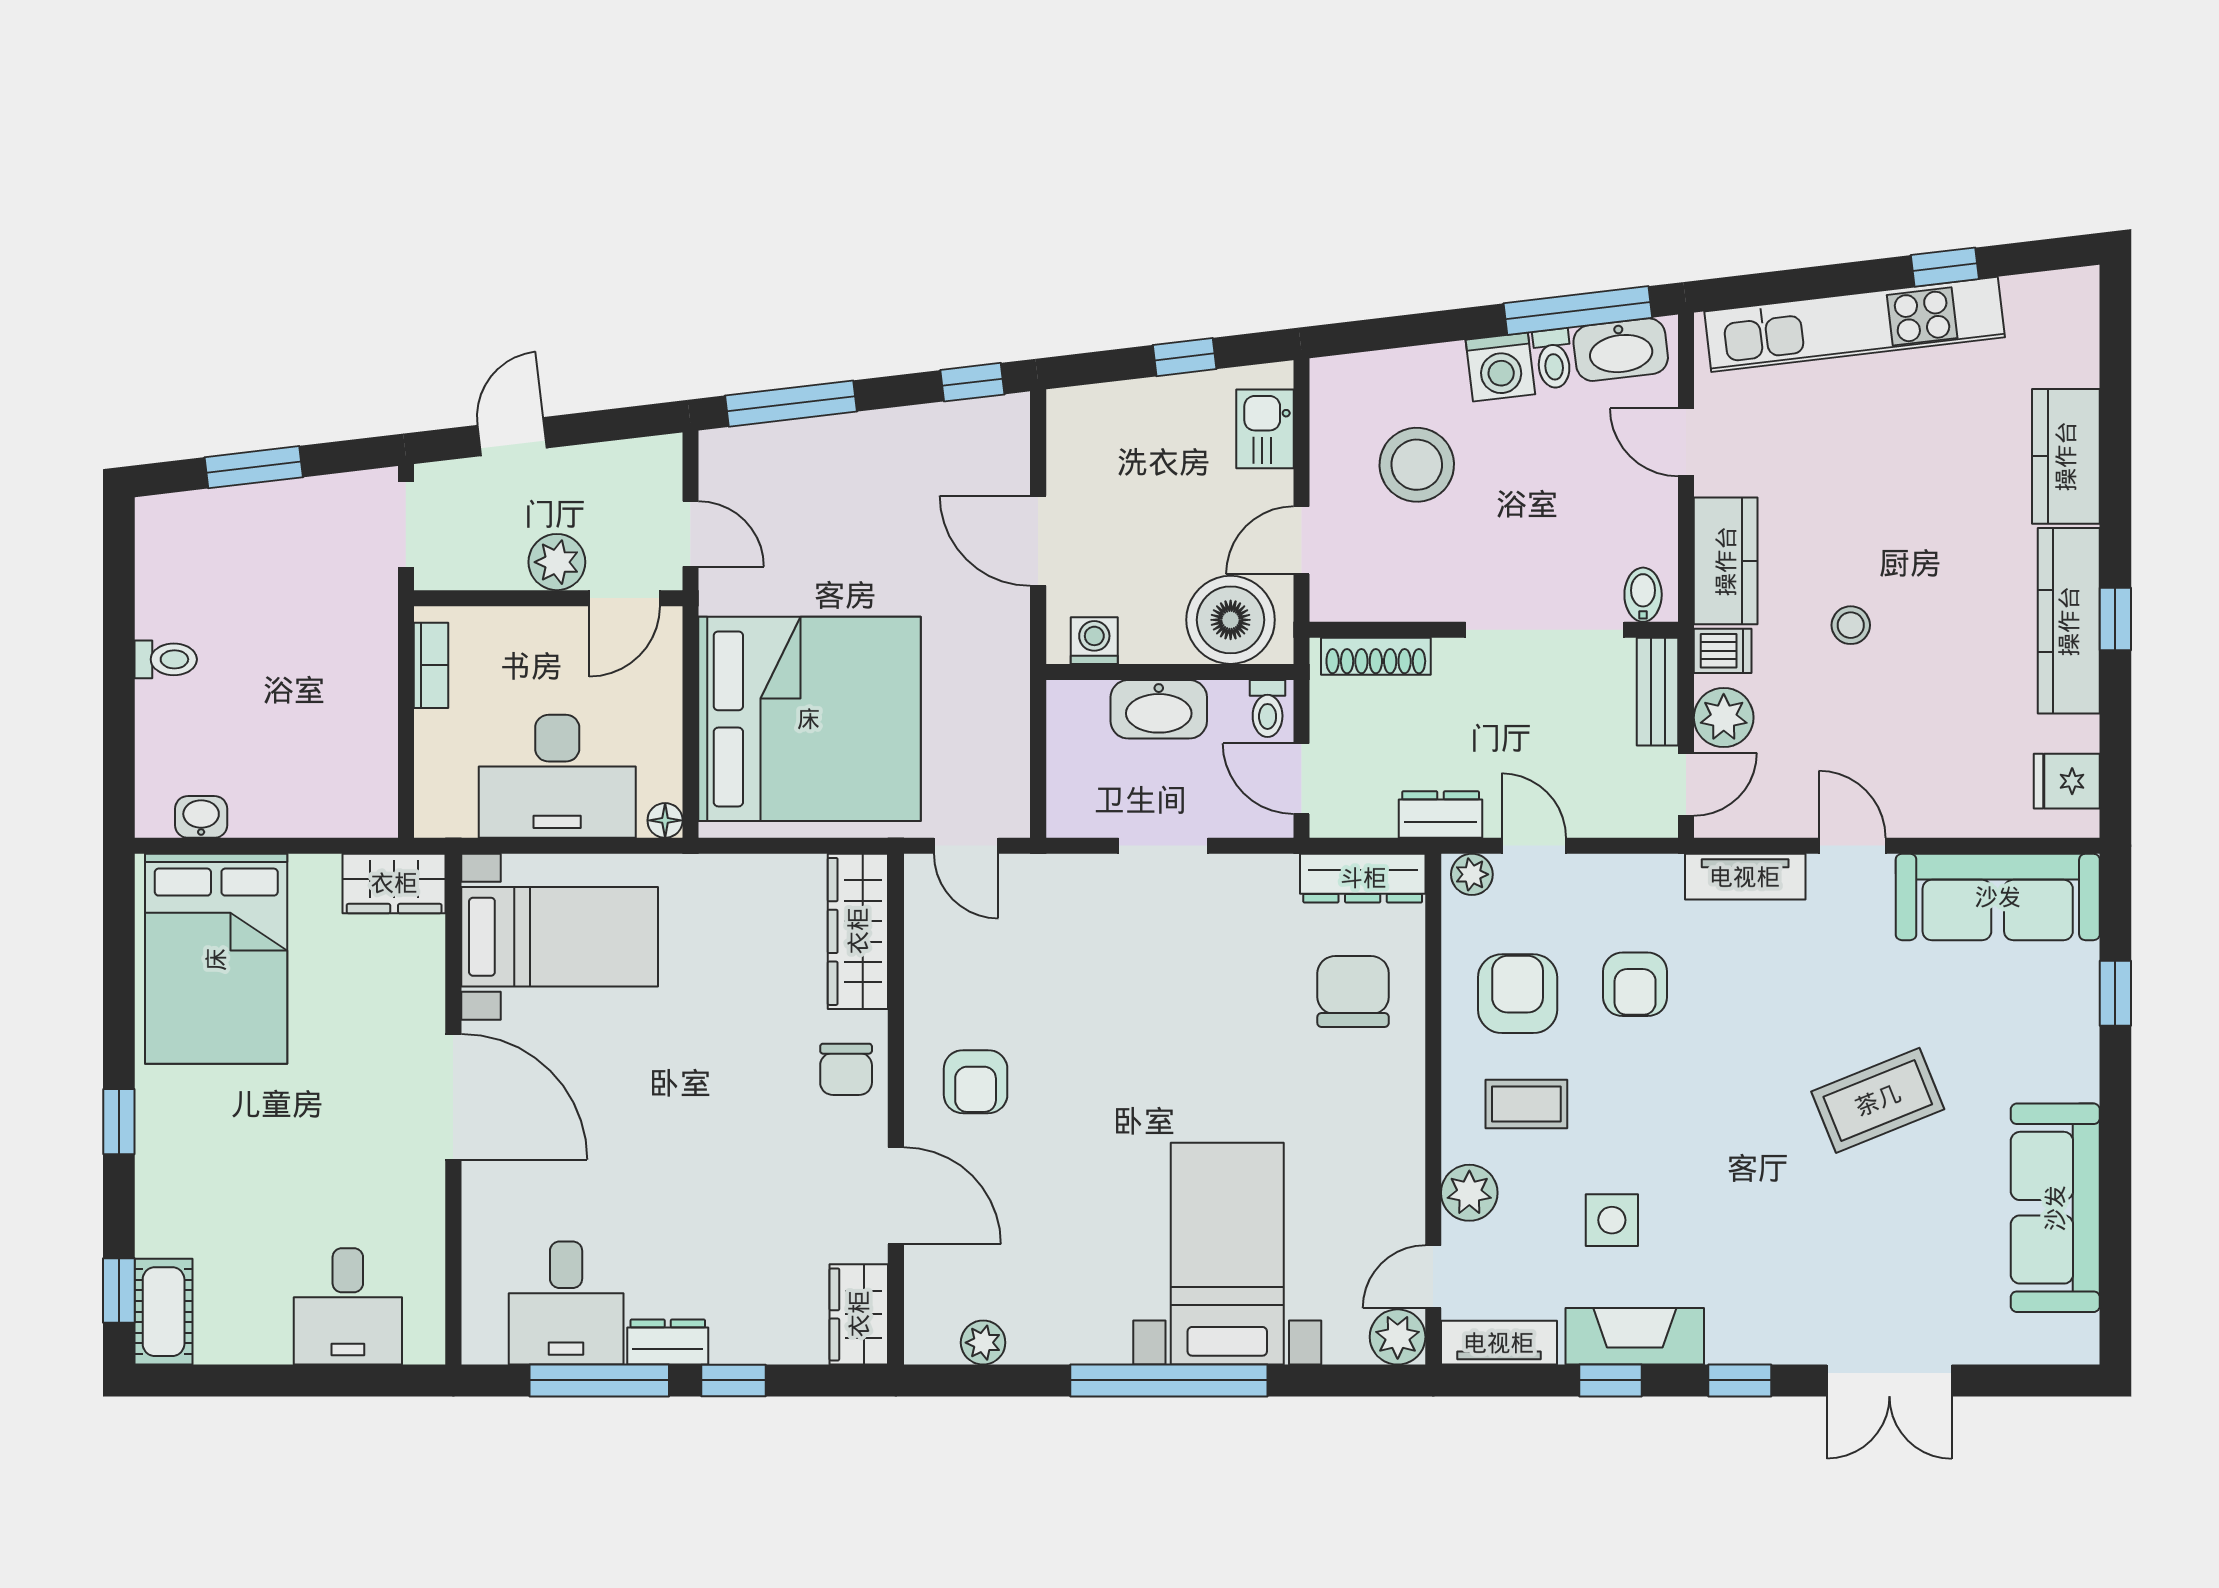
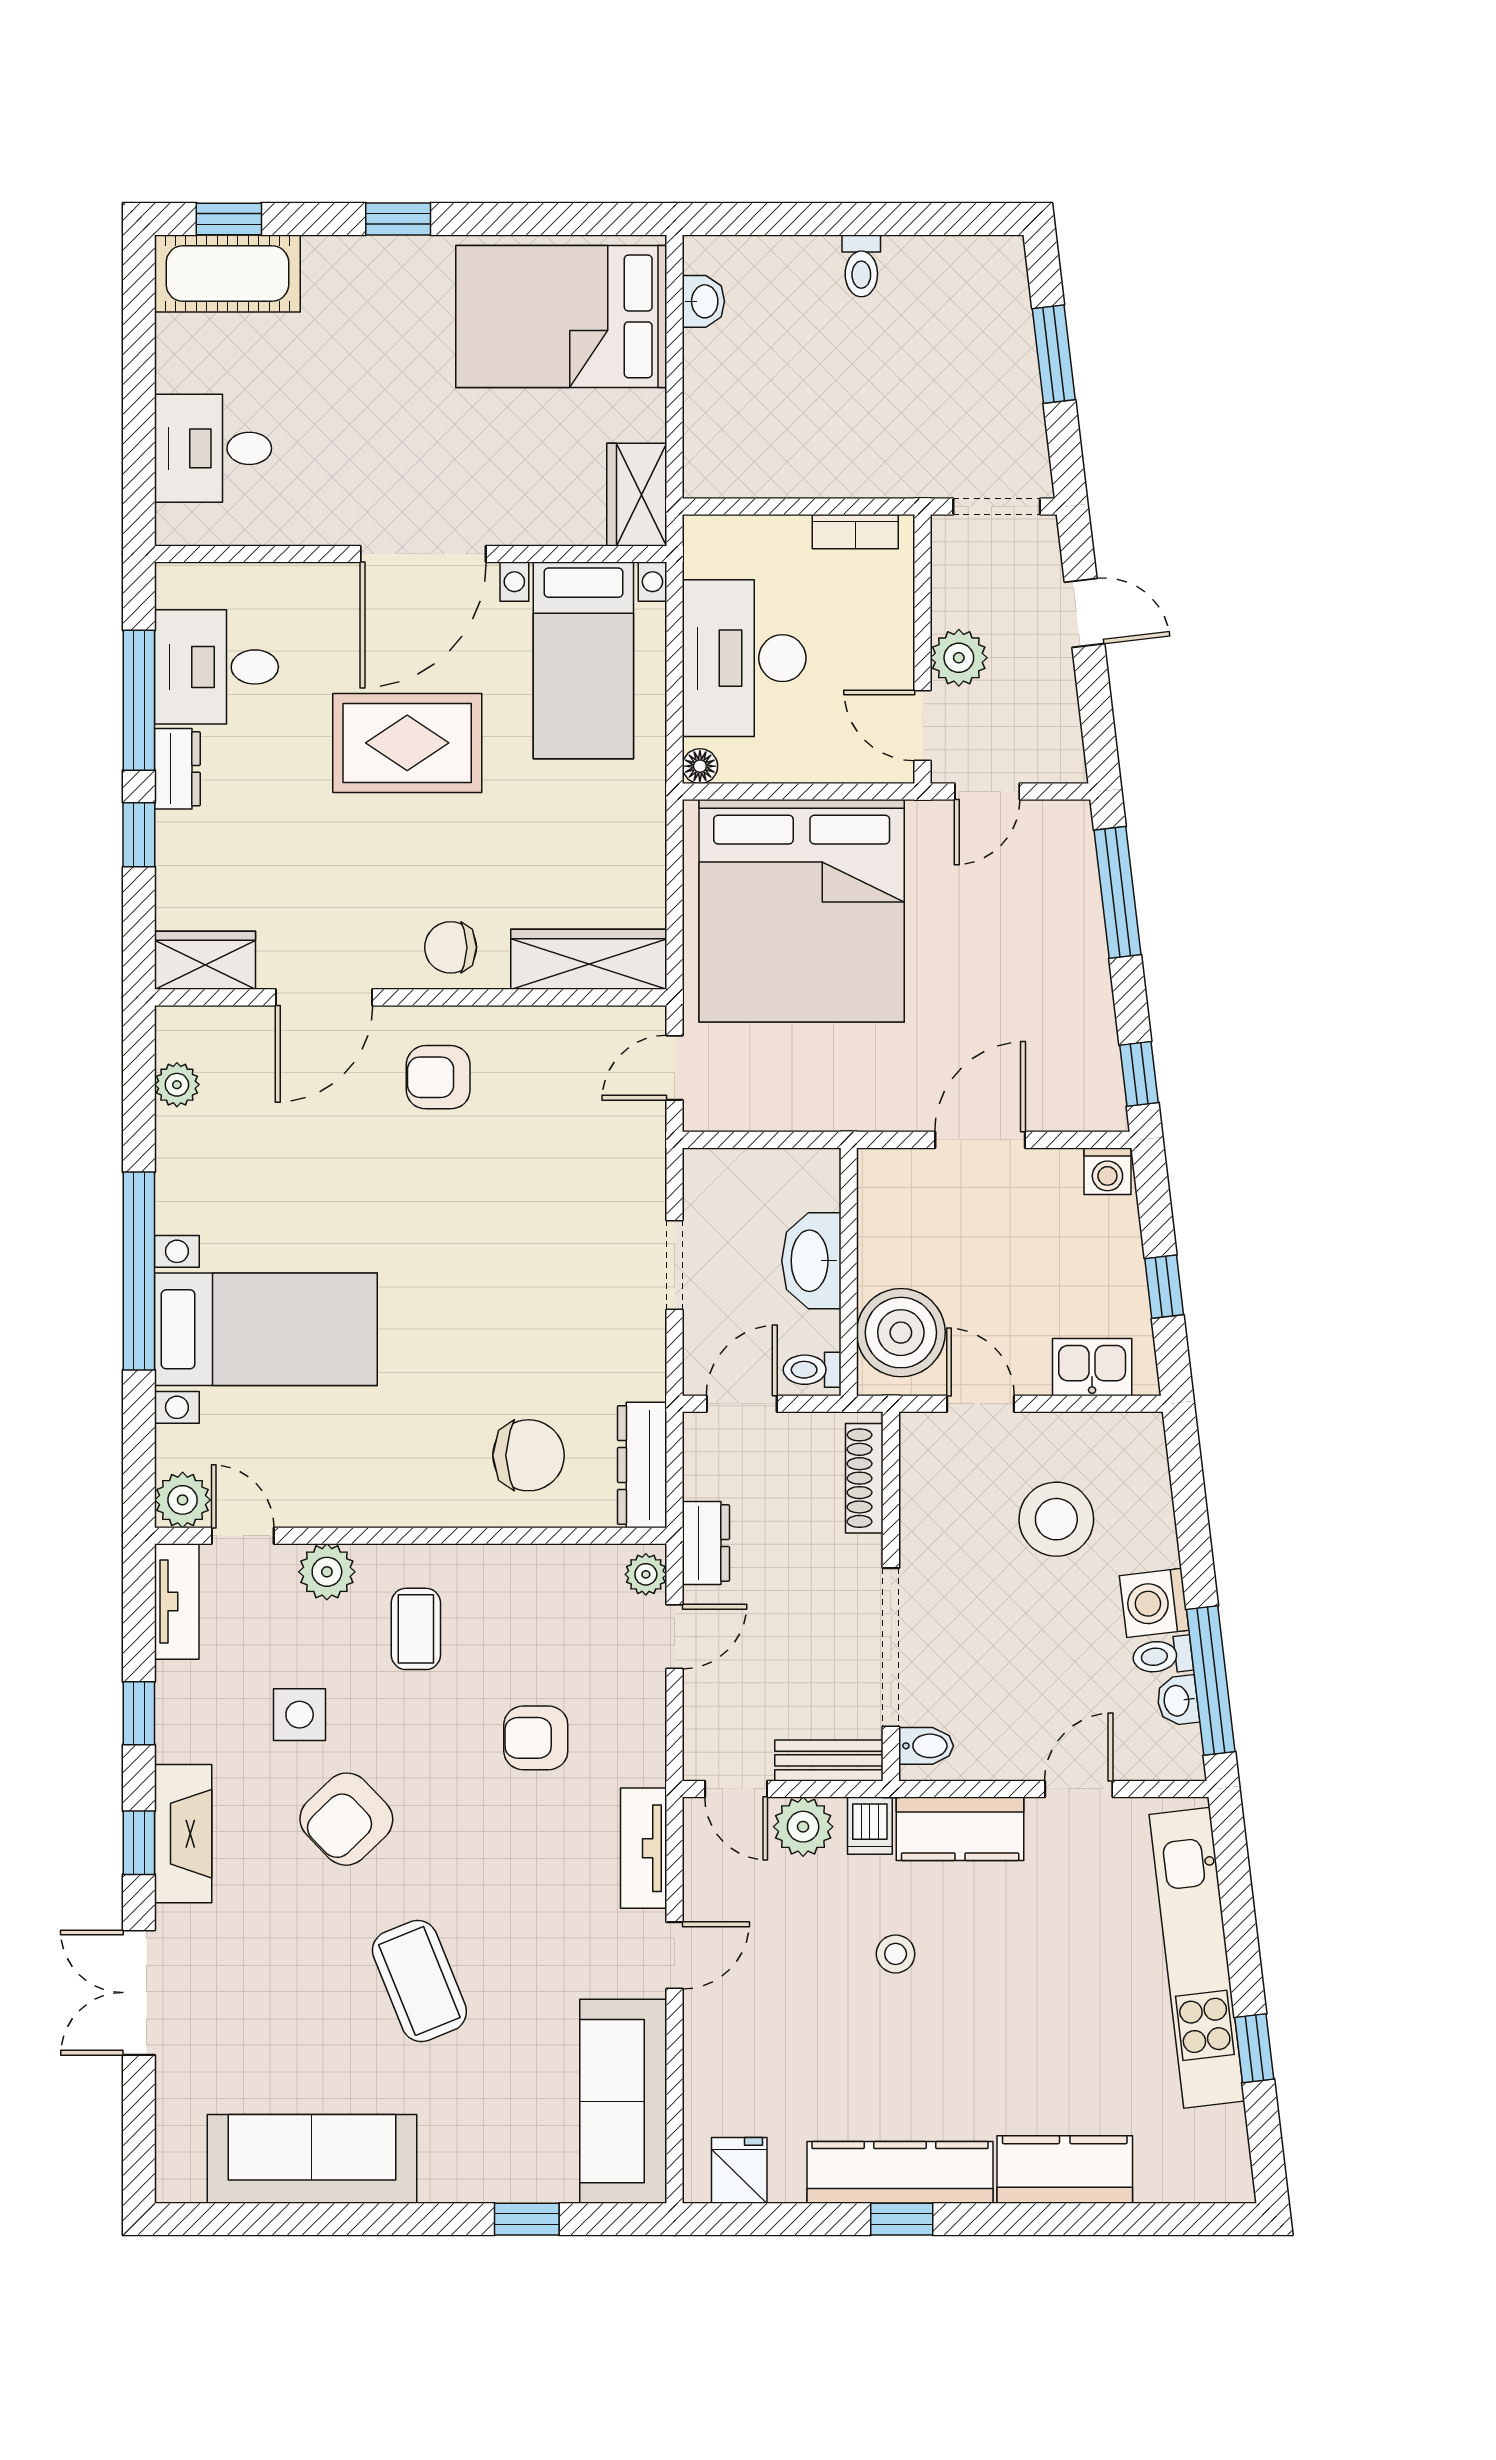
washbasin: (1621, 350) -> (1178, 1701), width x0.52, depth x0.69
washing machine: (1094, 641) -> (1107, 1171), moved, turned 90
armchair: (1518, 994) -> (346, 1819), moved, turned 136
rug: (642, 1113) -> (407, 743), added
cot: (164, 1312) -> (227, 273), width x1.37, depth x1.34
fireplace: (1635, 1336) -> (183, 1834), moved

